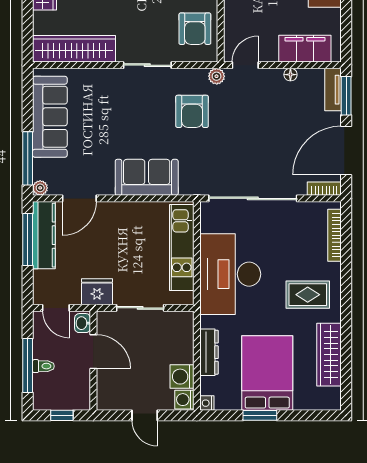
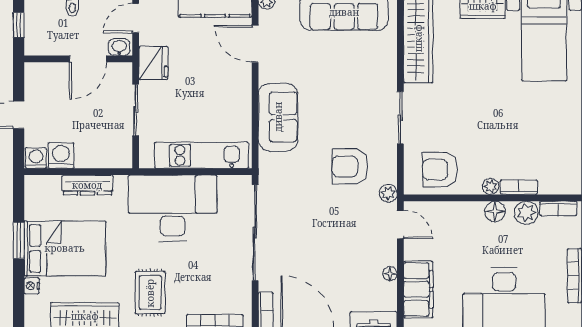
nightstand: (207, 403) -> (32, 286), moved, turned -90

